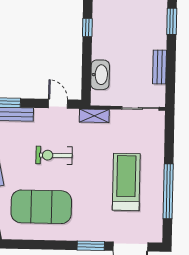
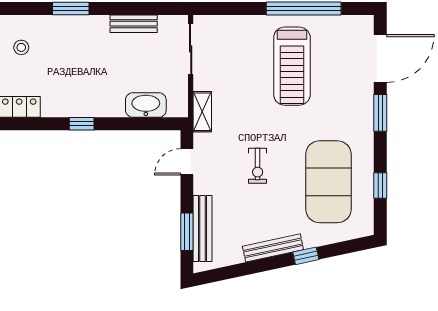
exercise bike: (54, 155) -> (258, 166), width x0.73, depth x0.72
treadmill: (126, 182) -> (292, 66), turned -90
window: (38, 245) -> (380, 185), added

